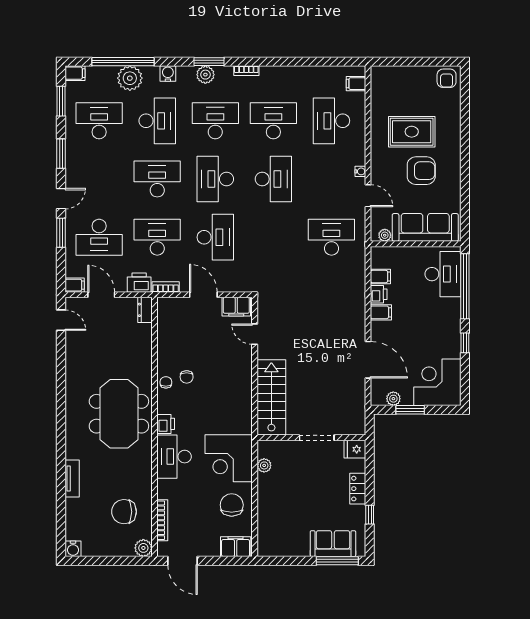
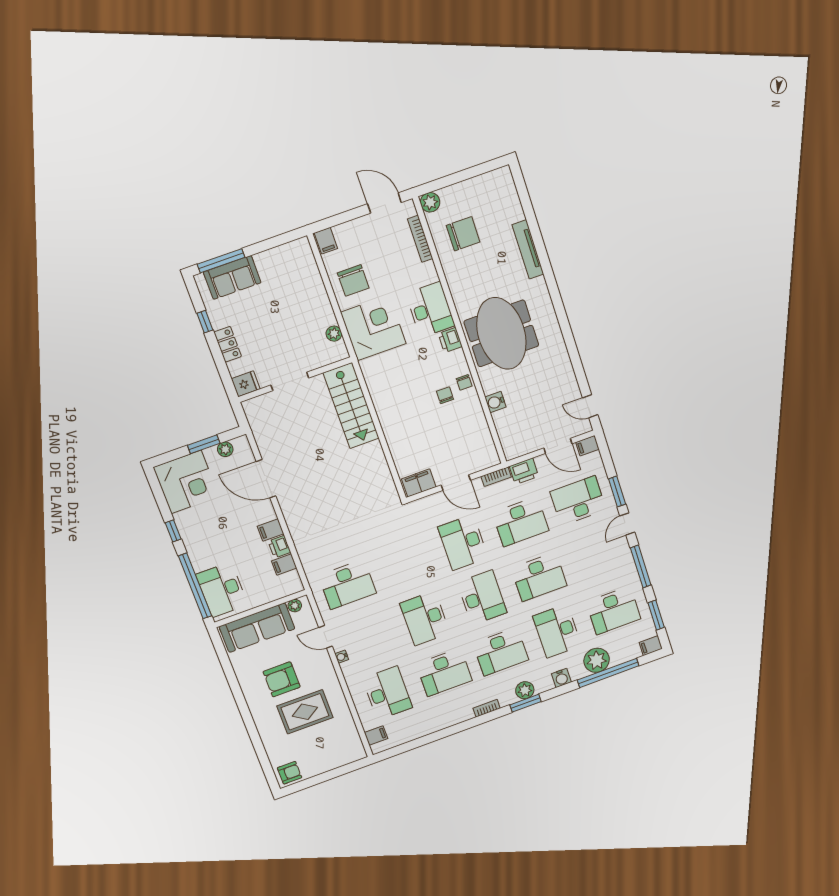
armchair: (447, 78) -> (290, 773), turned 90
window: (61, 154) -> (641, 566), width x1.44
dresser: (145, 310) -> (509, 447), removed
door: (255, 334) -> (391, 463), removed
tv unit: (72, 479) -> (528, 249), width x1.41
filing cabinet: (236, 547) -> (326, 241), width x0.50
water cooler: (73, 549) -> (495, 402), moved, turned -90

